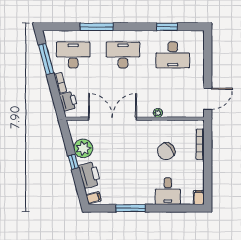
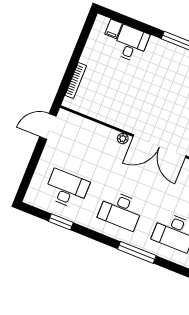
plant: (158, 113) -> (123, 139), moved
chair: (166, 151) -> (116, 88), removed
filing cabinet: (199, 197) -> (114, 29), moved

